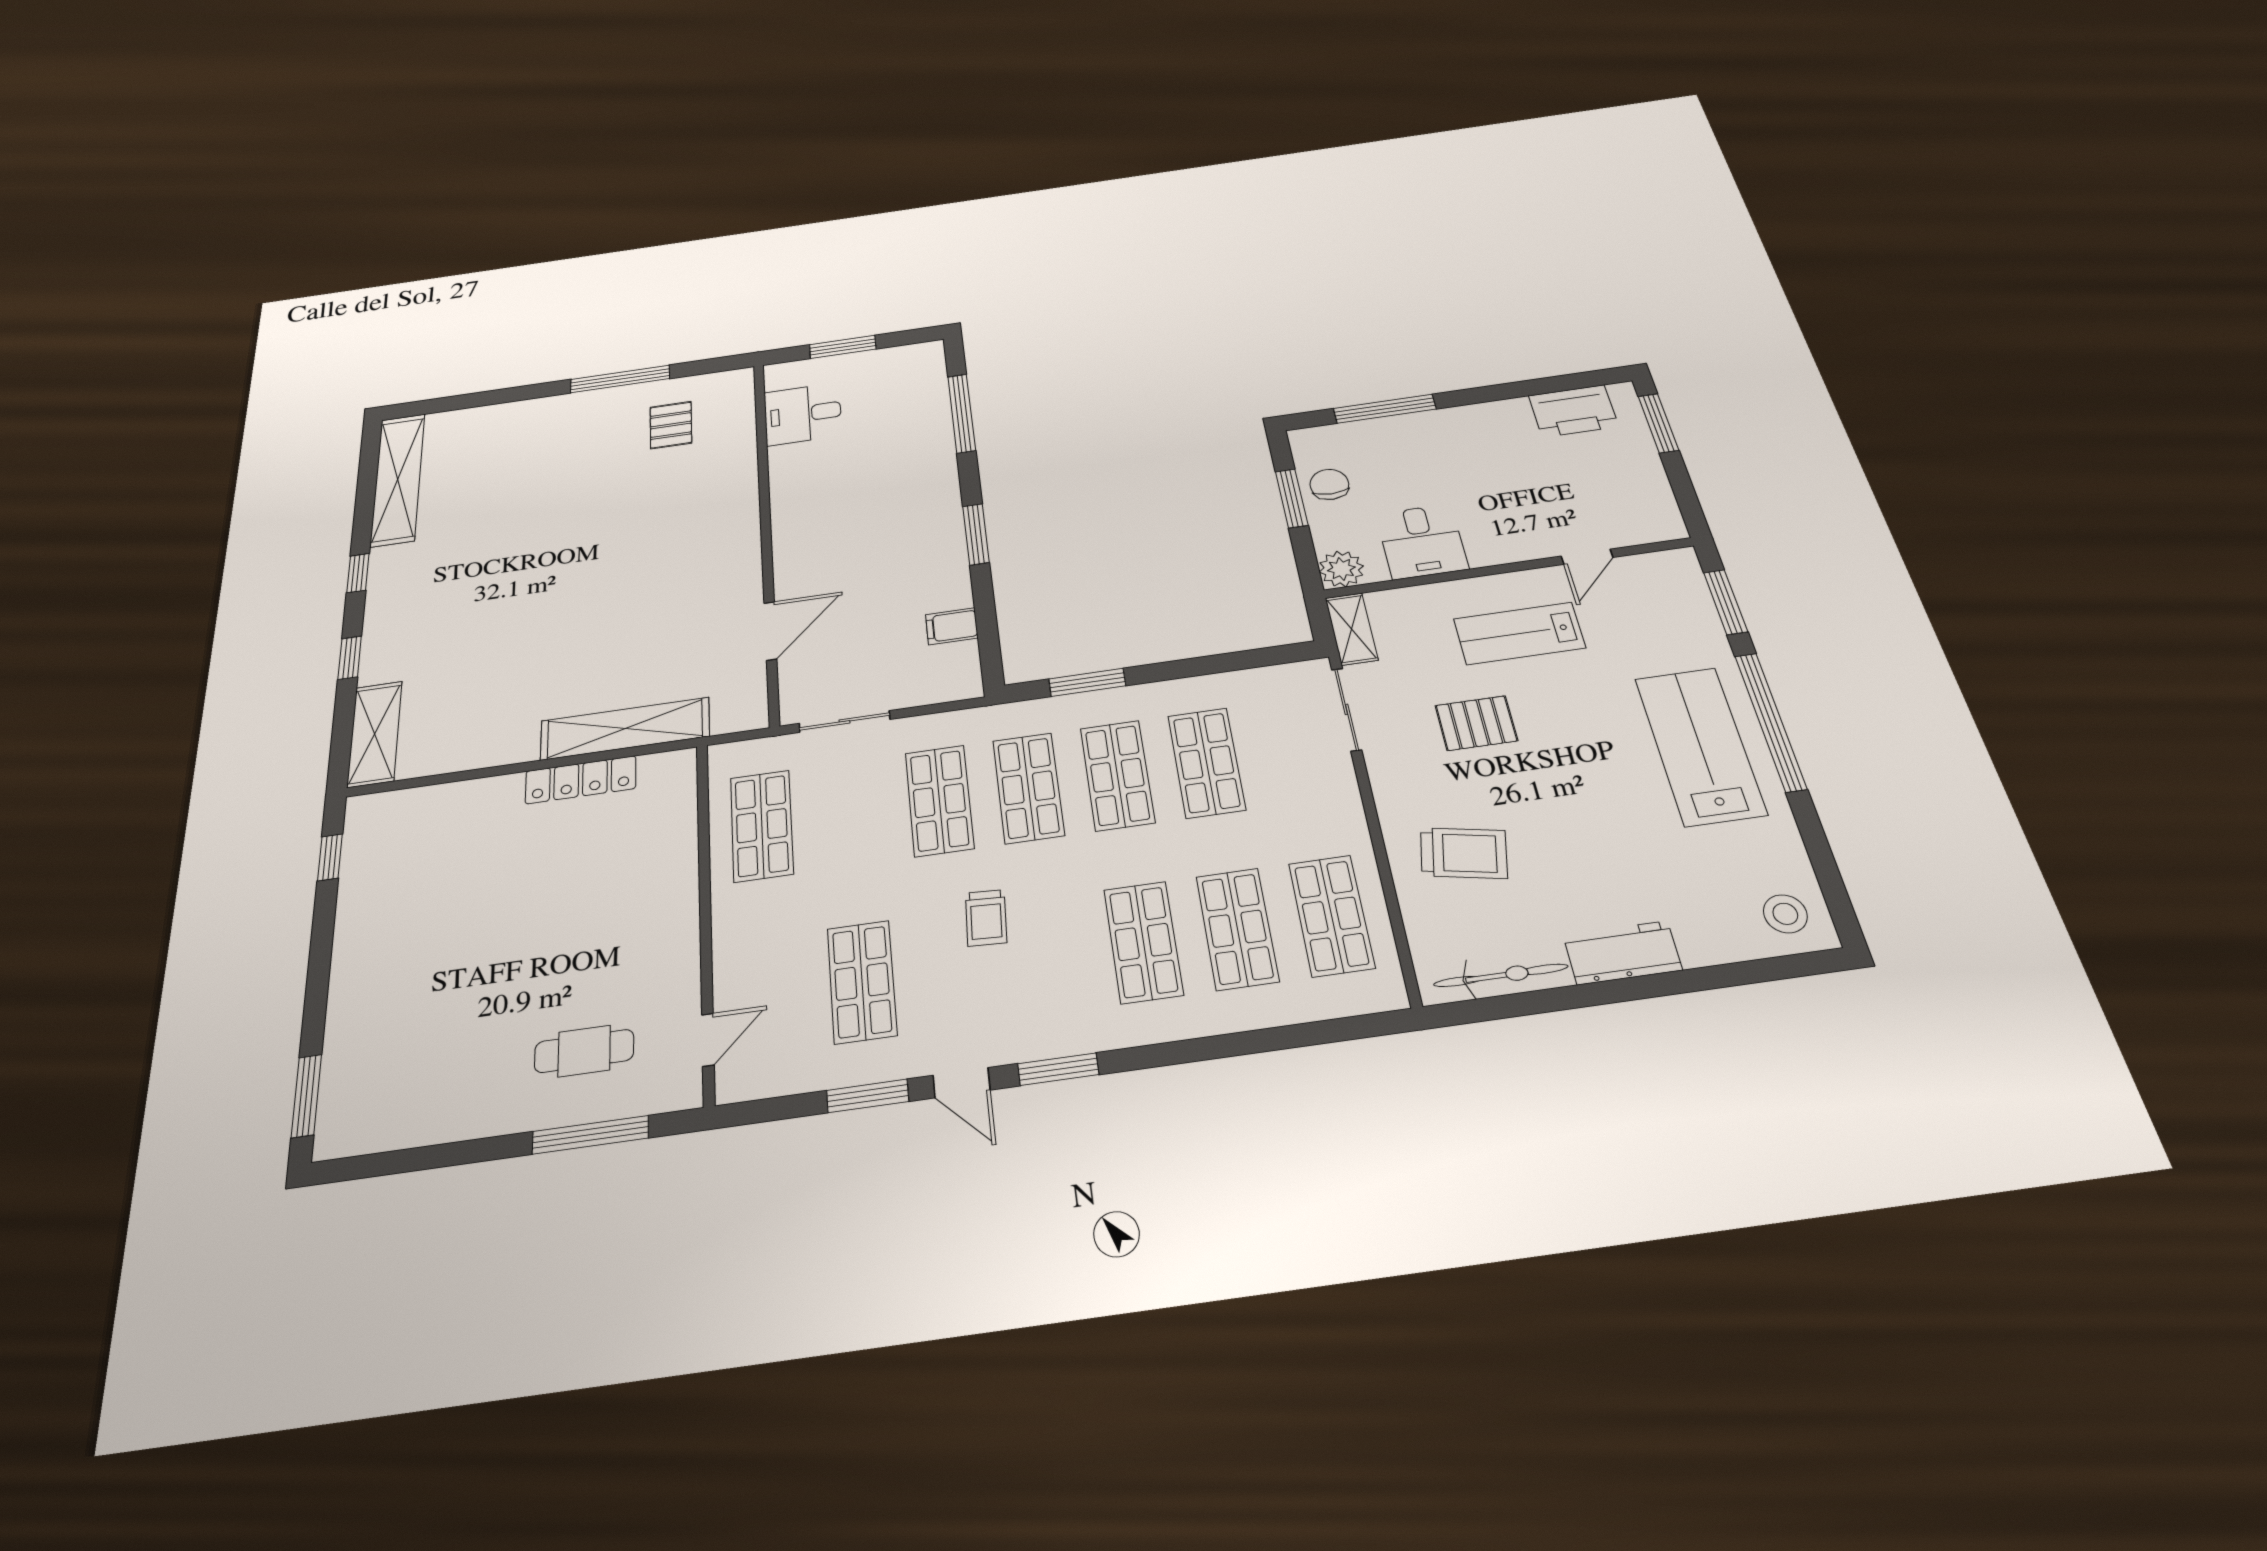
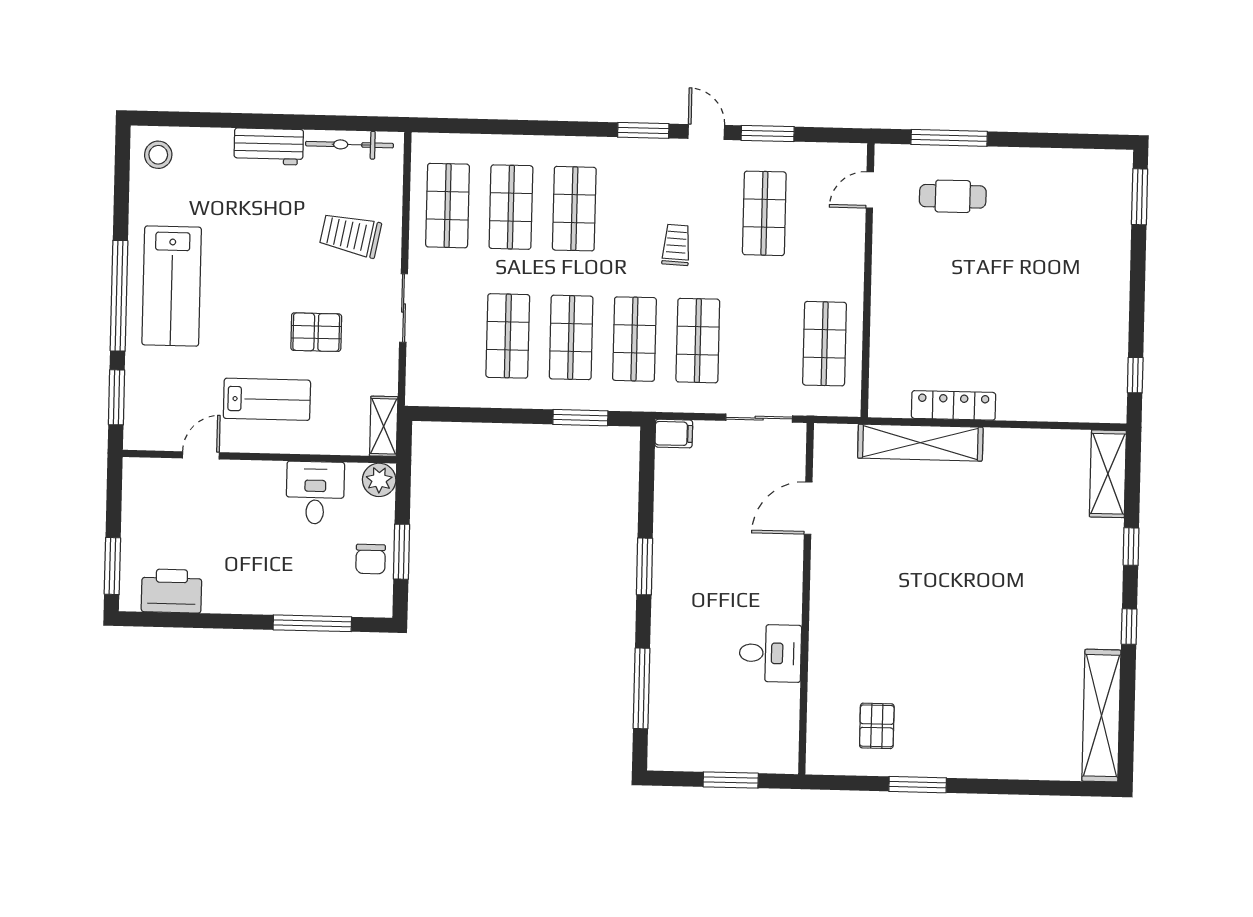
window: (620, 379) -> (918, 785), width x0.69
desk: (803, 414) -> (770, 653), moved
filing cabinet: (952, 626) -> (674, 434), moved
sliding door: (1347, 709) -> (404, 308), moved

